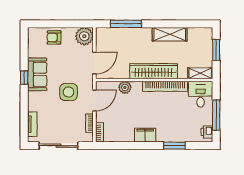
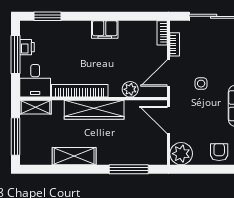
armchair: (54, 37) -> (219, 152), turned -90
window: (216, 50) -> (16, 137), width x1.44
door: (94, 63) -> (169, 120), hinge flipped
side table: (68, 92) -> (201, 84), width x0.54, depth x0.54
printer: (207, 132) -> (27, 47), moved
window: (174, 146) -> (47, 16), moved

